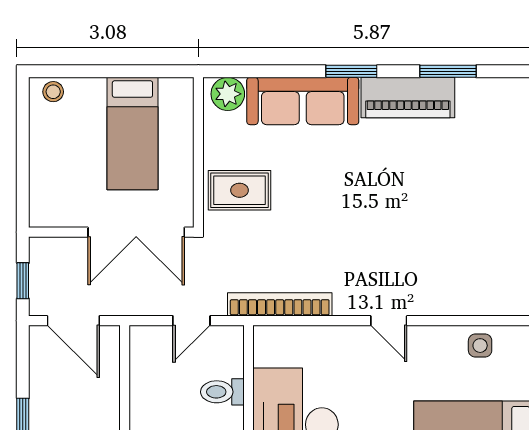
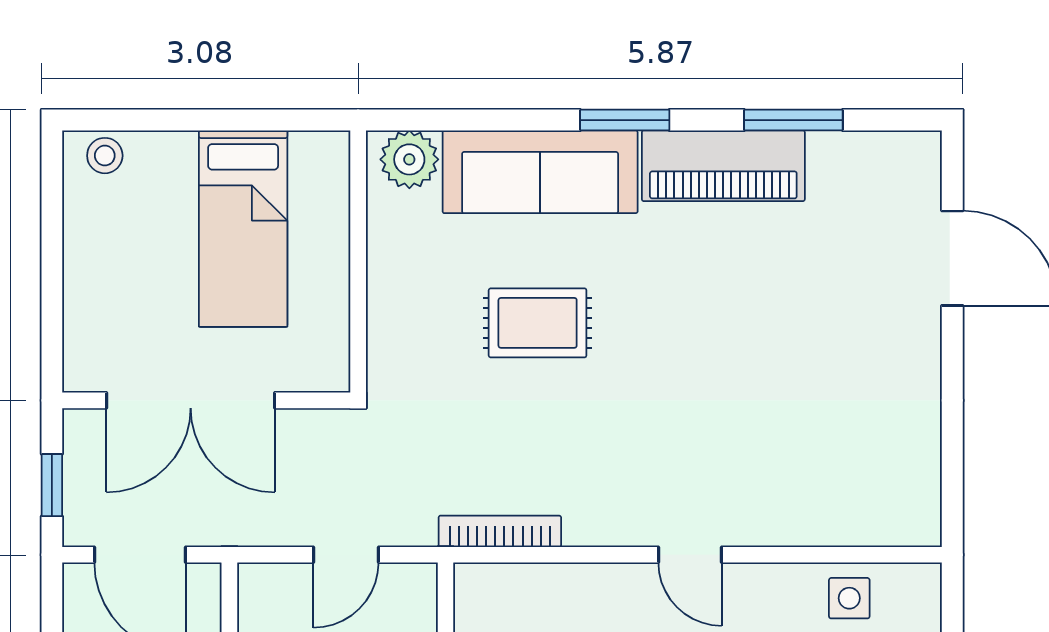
rug: (239, 190) -> (538, 323), moved
double door: (136, 232) -> (191, 400), moved
bookcase: (280, 304) -> (500, 531), width x0.68, depth x0.76

